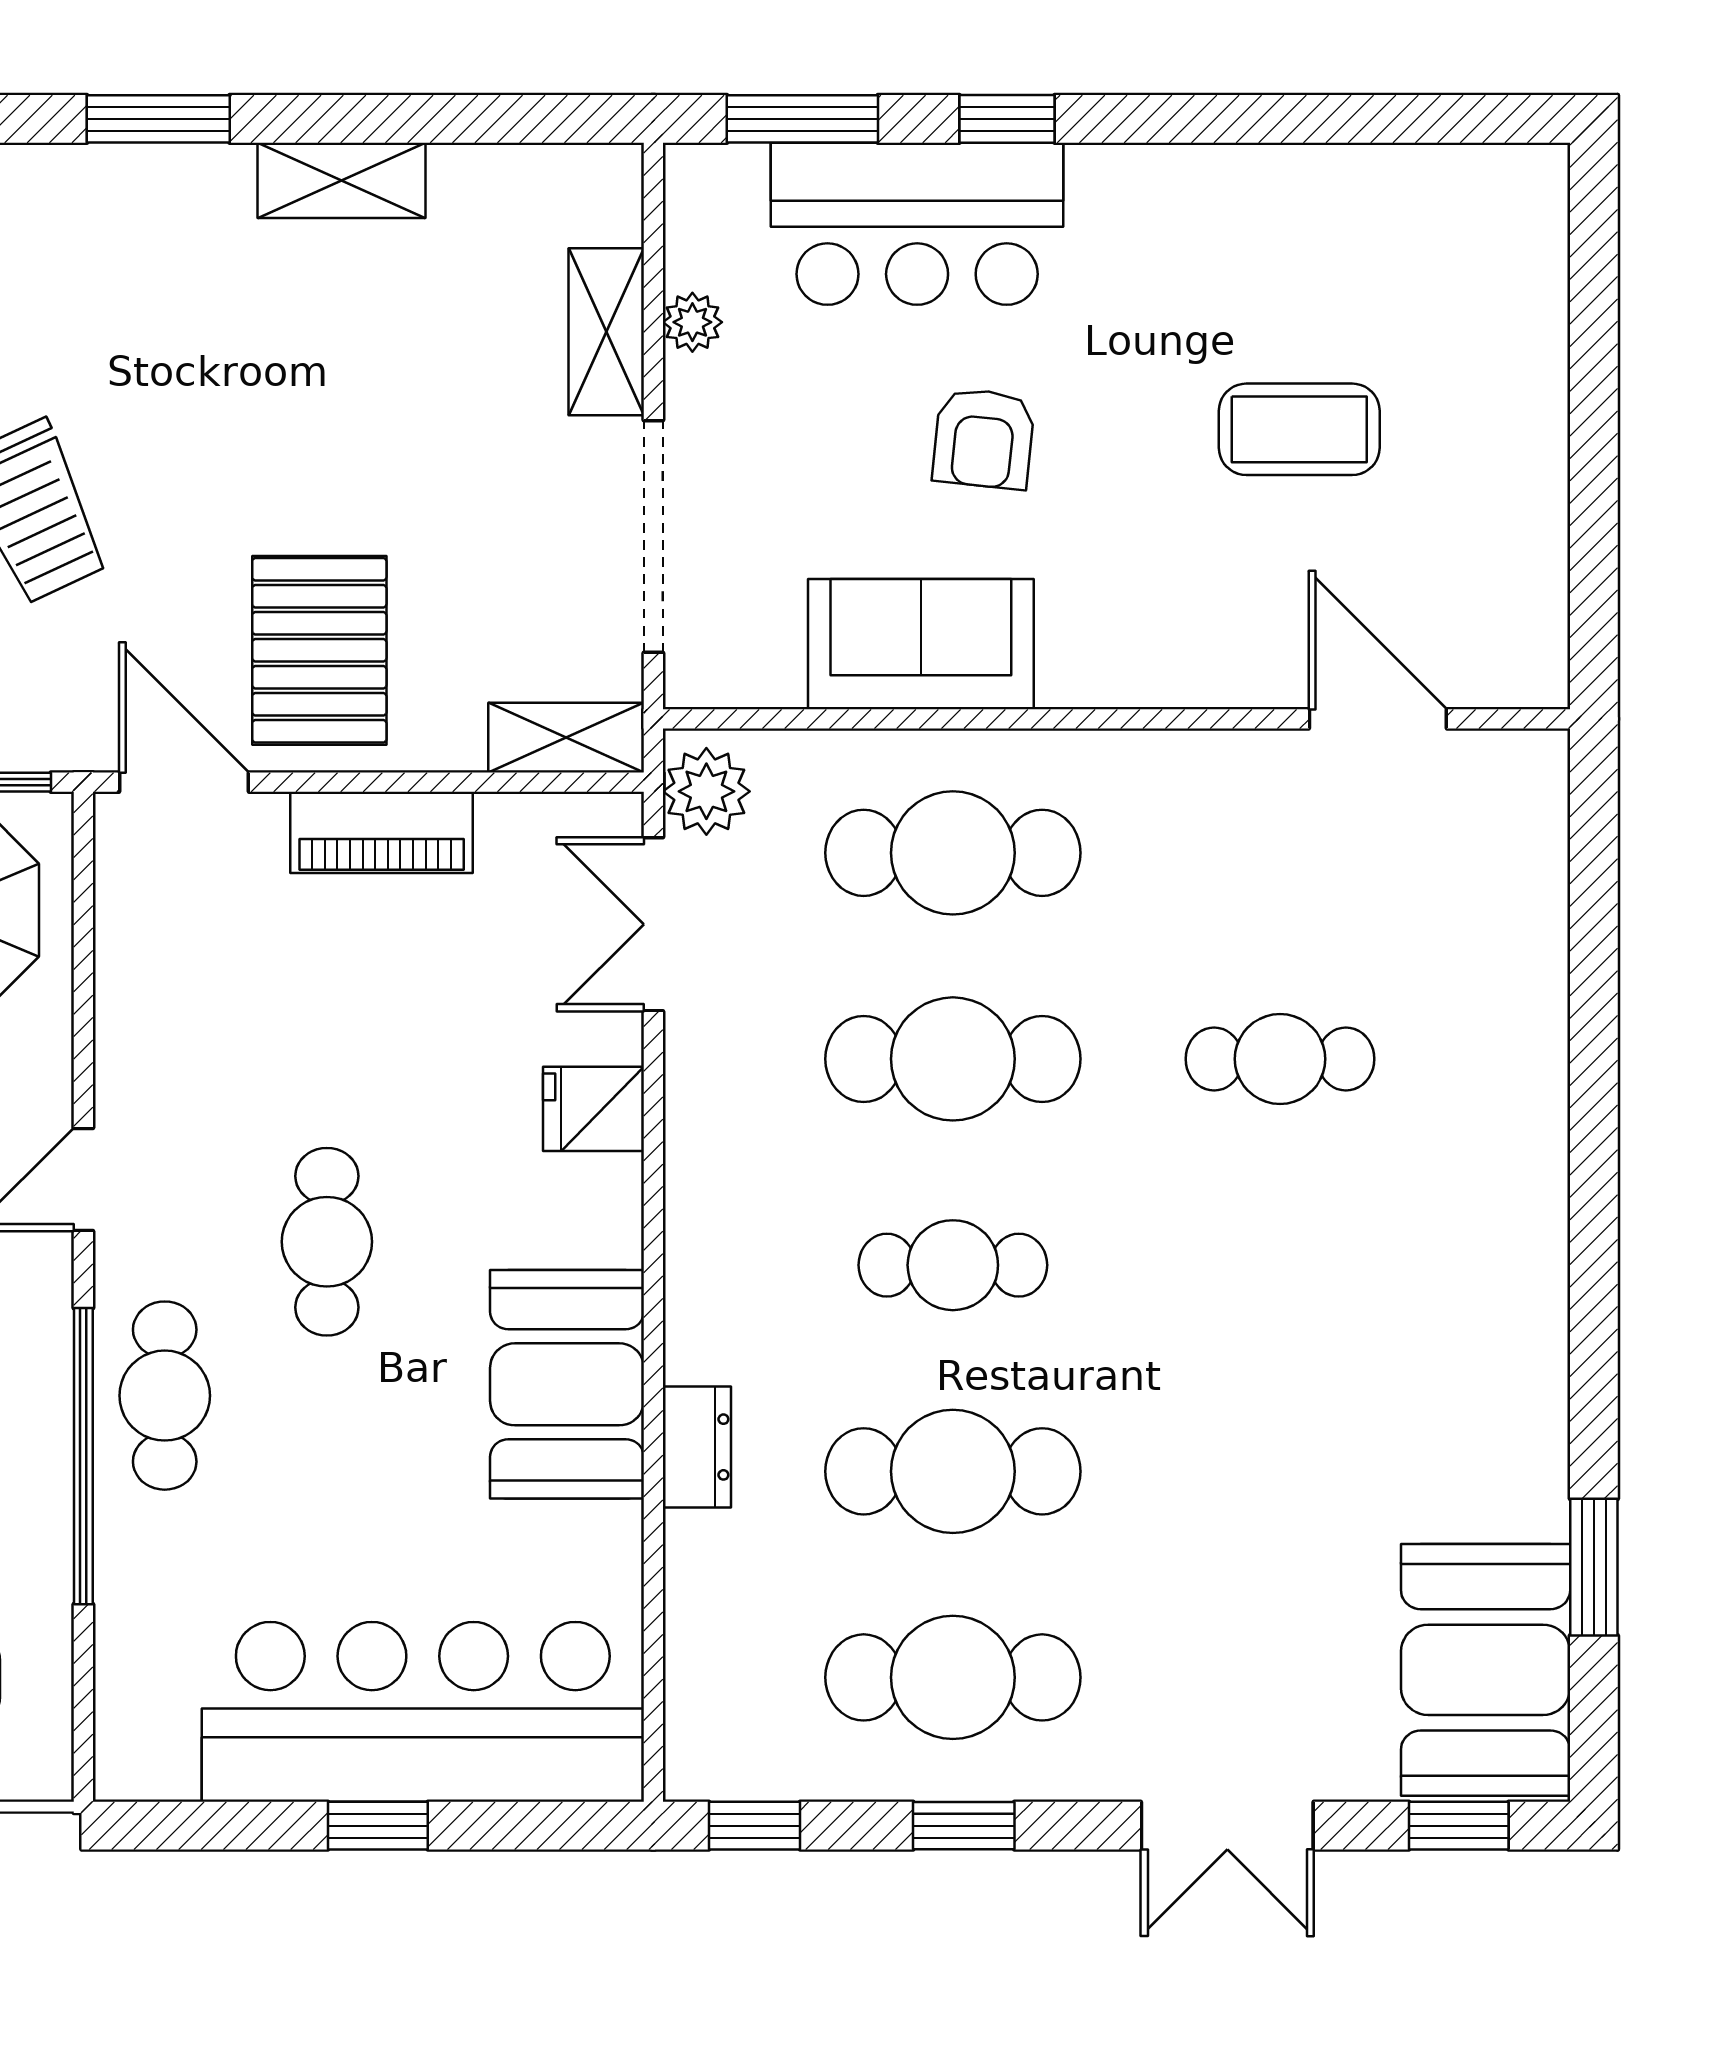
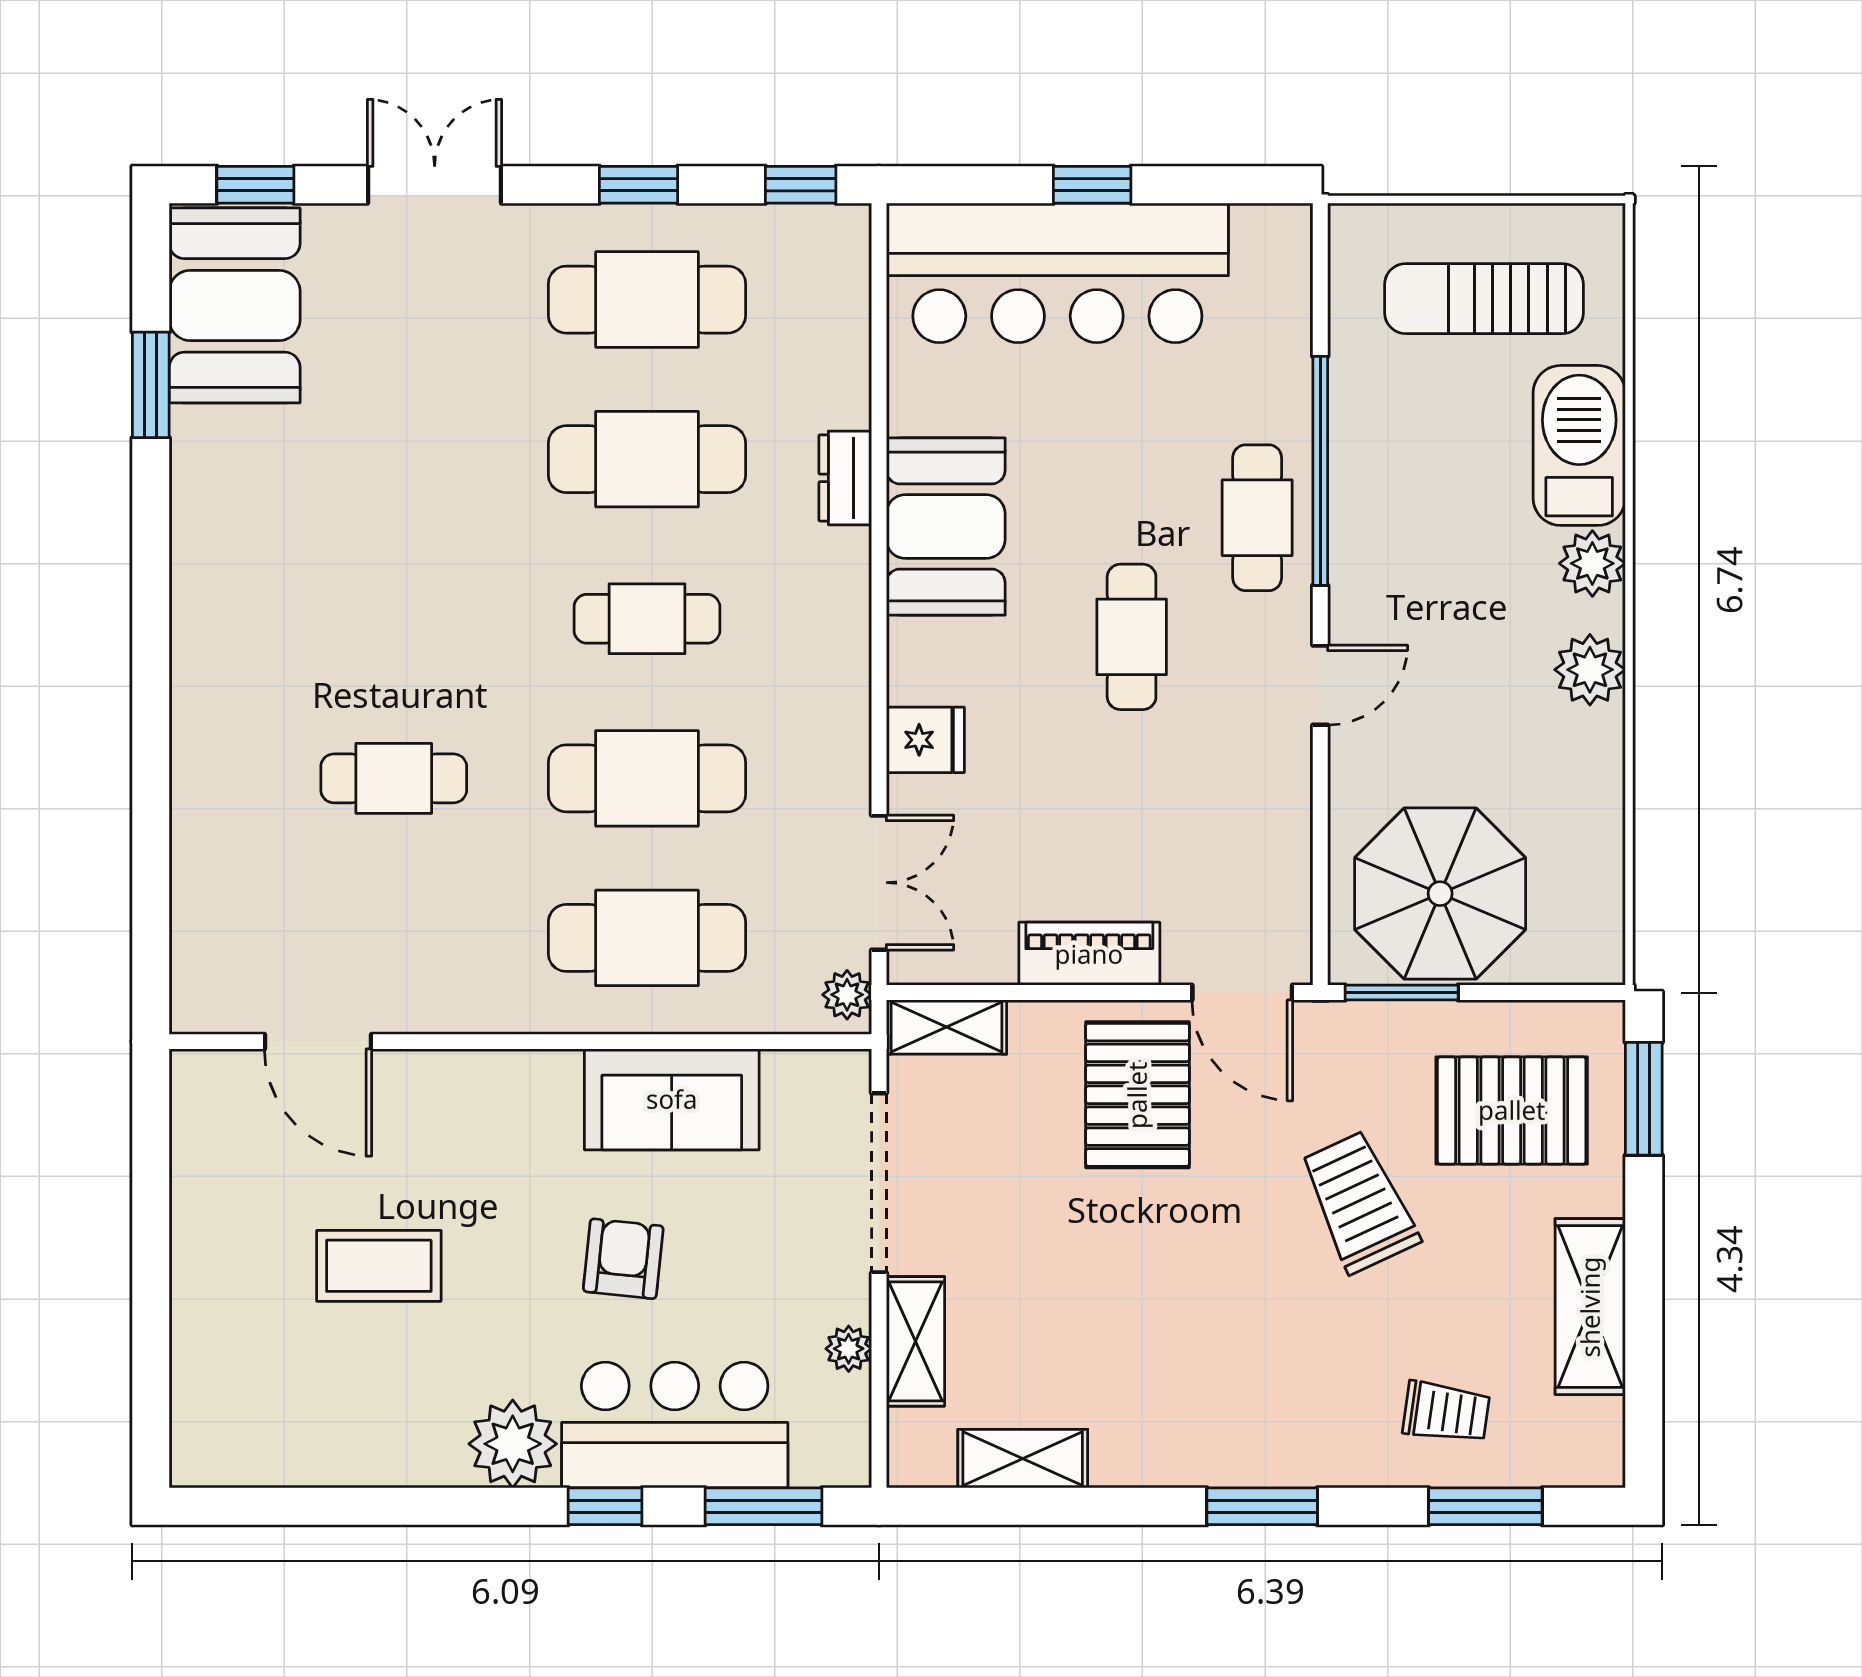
shelving: (342, 180) -> (1023, 1459), moved
plant: (1126, 199) -> (513, 1444), added
plant: (706, 791) -> (847, 995), width x0.73, depth x0.73

